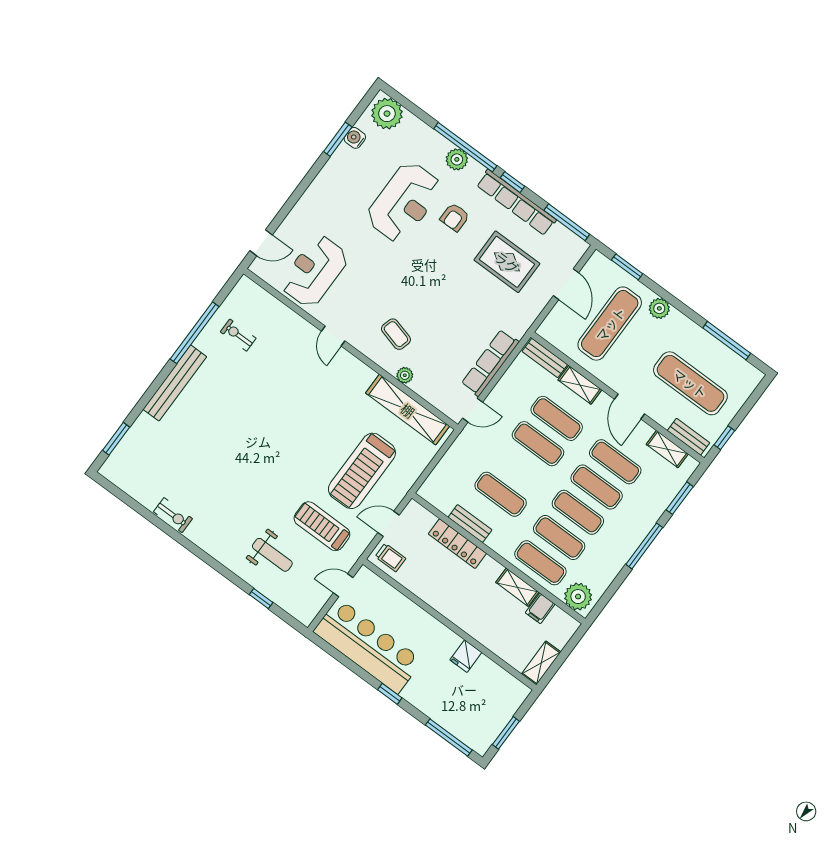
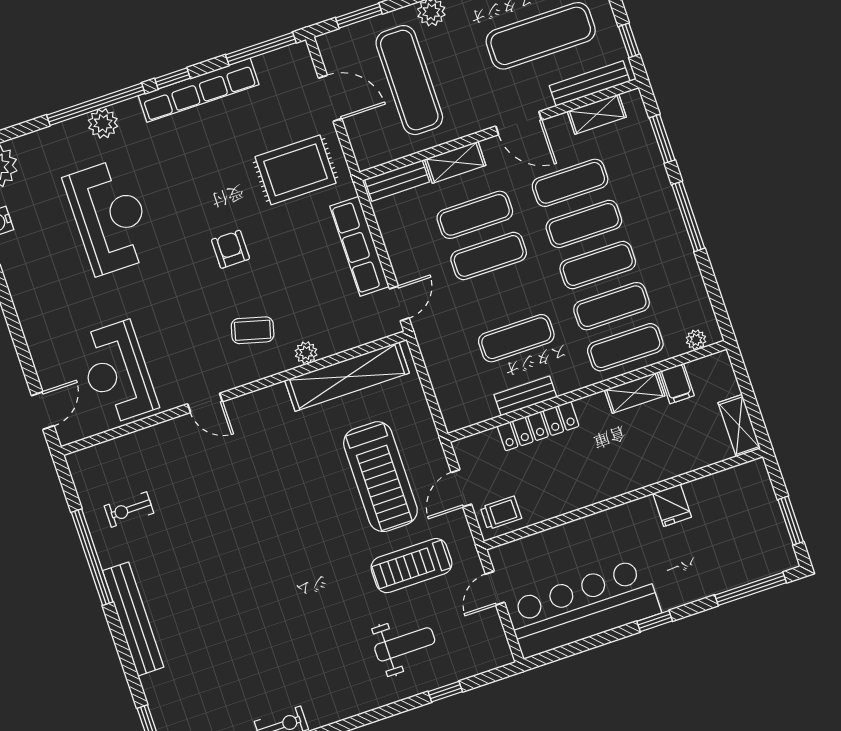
armchair: (455, 217) -> (230, 249), moved, turned 180
rug: (507, 262) -> (296, 170), moved
bench: (688, 437) -> (590, 83), width x1.36
plant: (578, 597) -> (696, 340), width x0.53, depth x0.53

